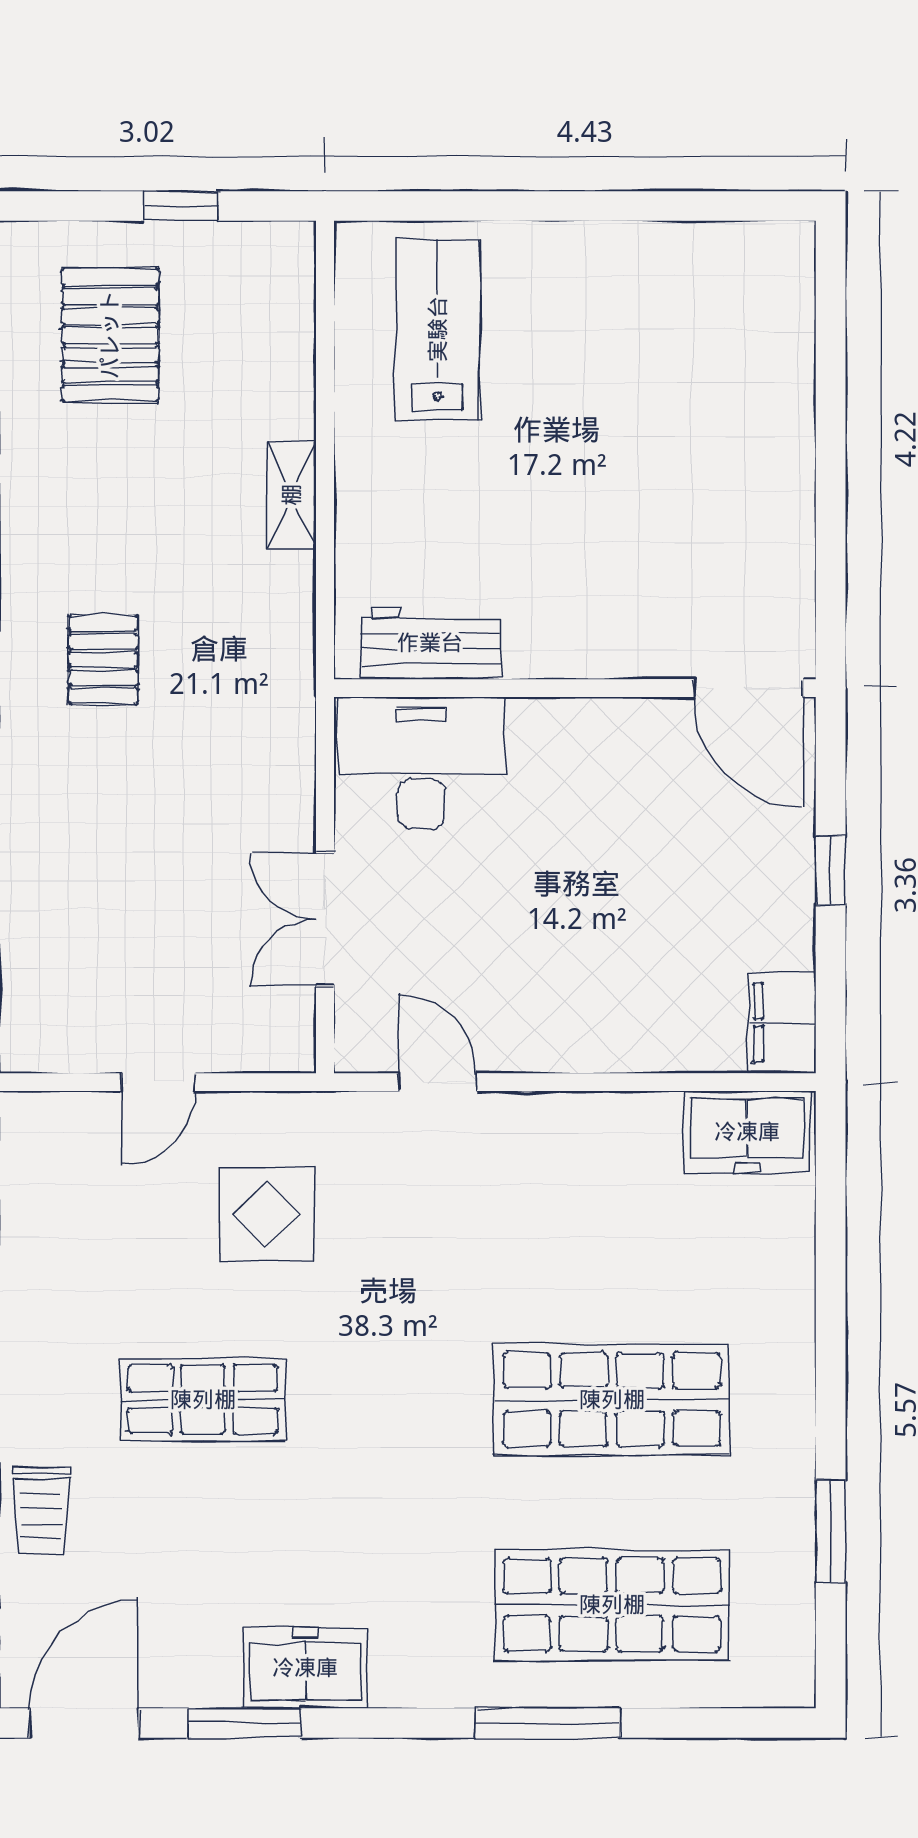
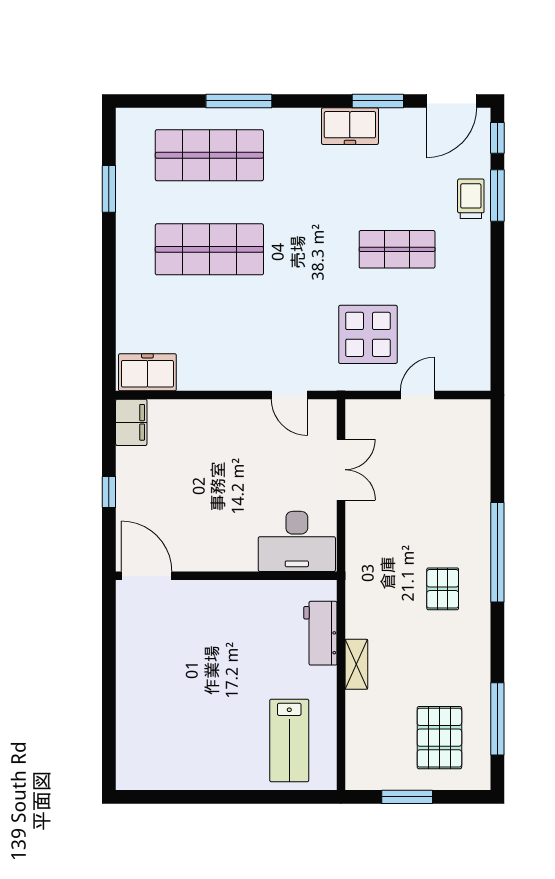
window: (181, 206) -> (407, 797), width x1.50
workbench: (430, 643) -> (320, 633), moved, turned 90
display table: (266, 1214) -> (368, 334), width x1.36, depth x1.36

